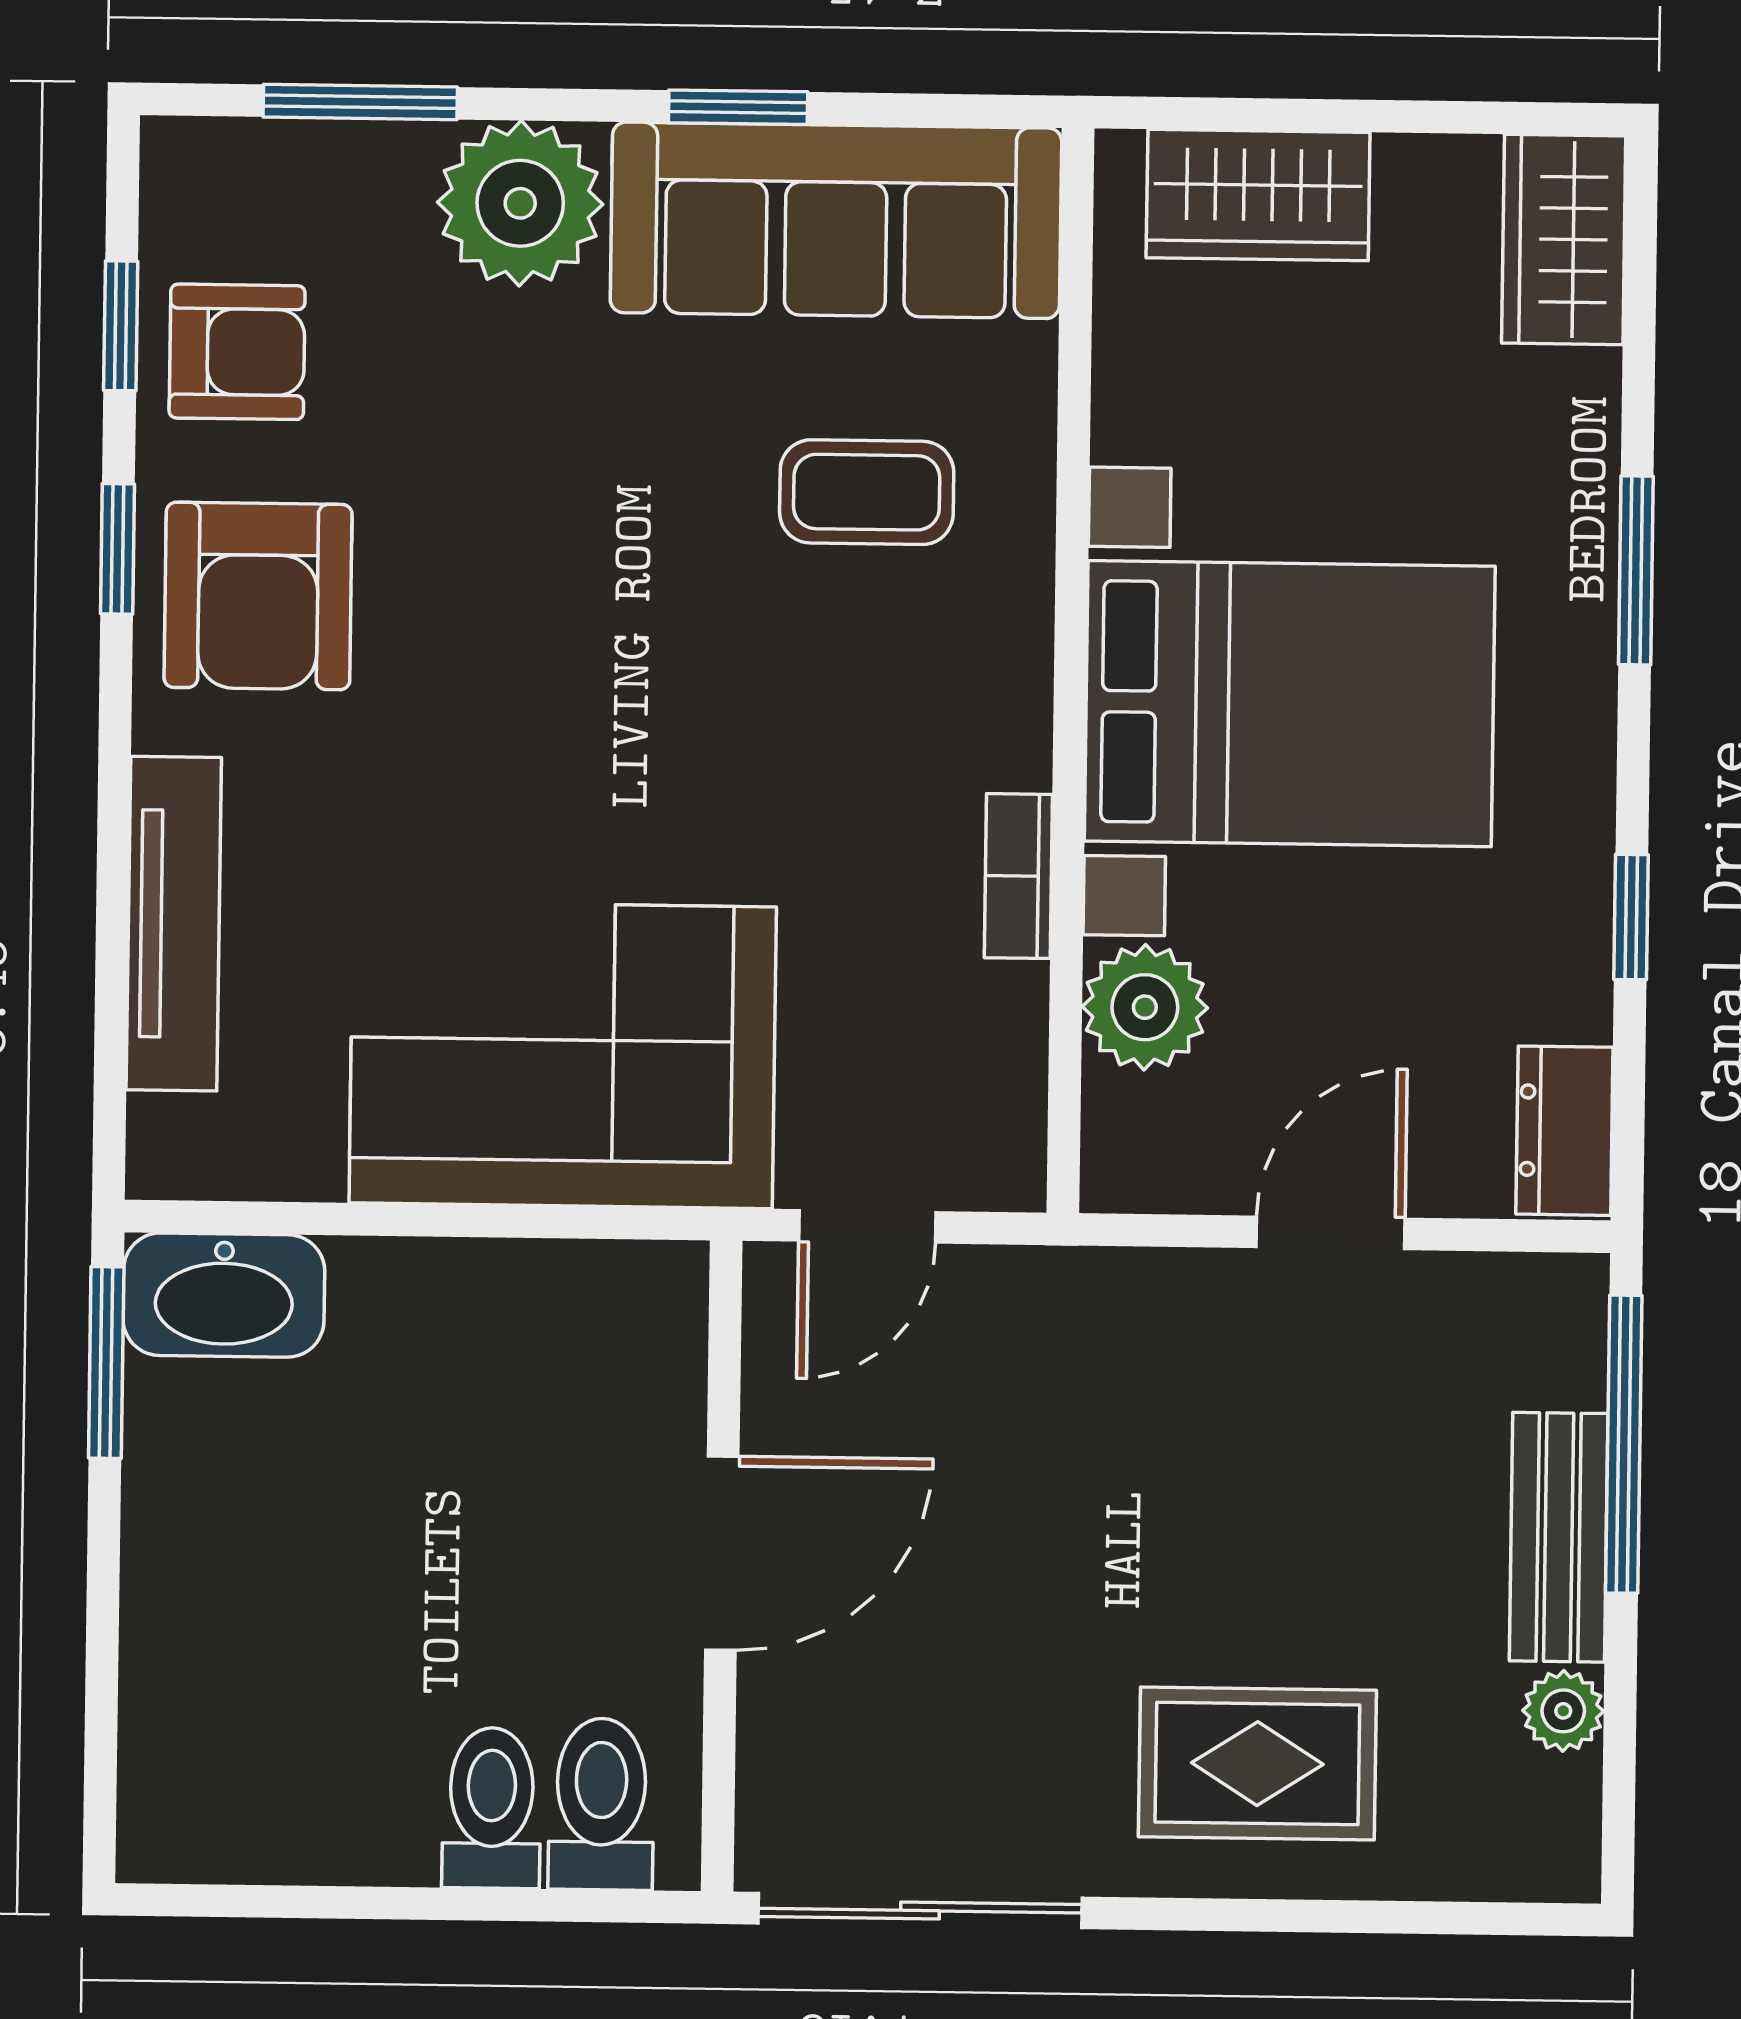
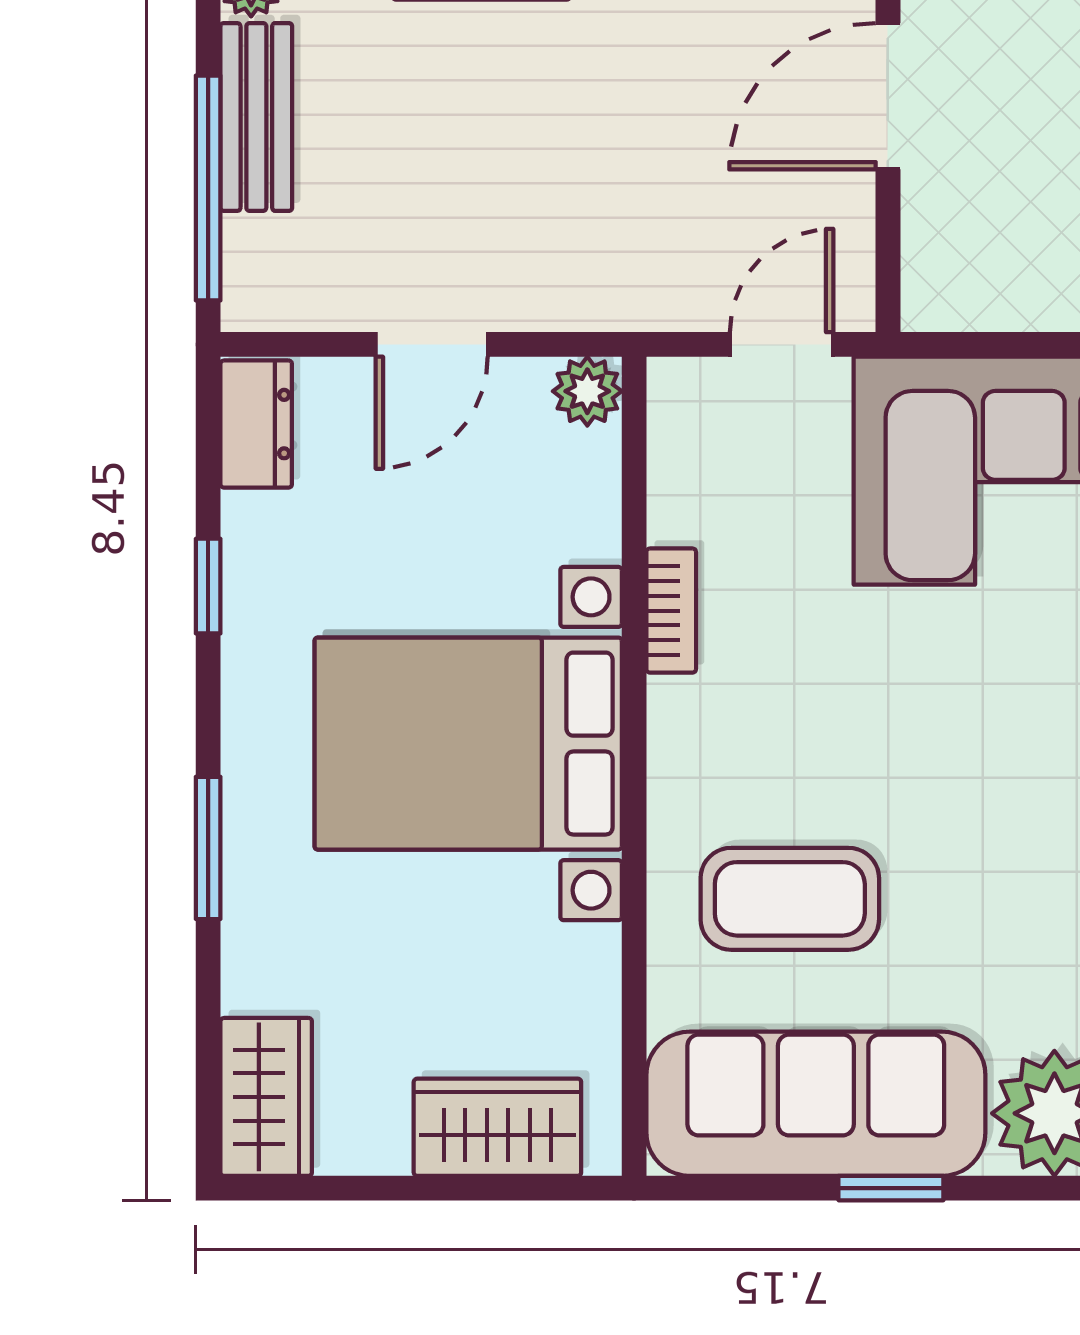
coffee table: (867, 492) -> (790, 899), width x1.36, depth x1.30
plant: (1145, 1007) -> (587, 391), moved, width x0.73, depth x0.73

